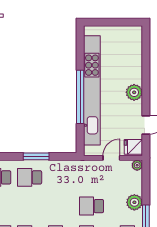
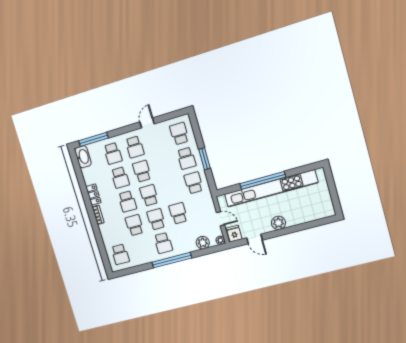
school desk: (30, 177) -> (186, 158), turned 180
school desk: (61, 177) -> (194, 183), added
plant: (134, 202) -> (203, 243), moved

